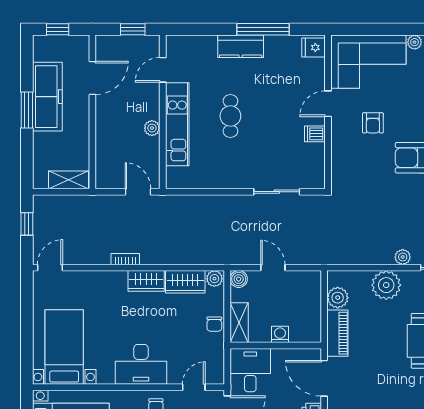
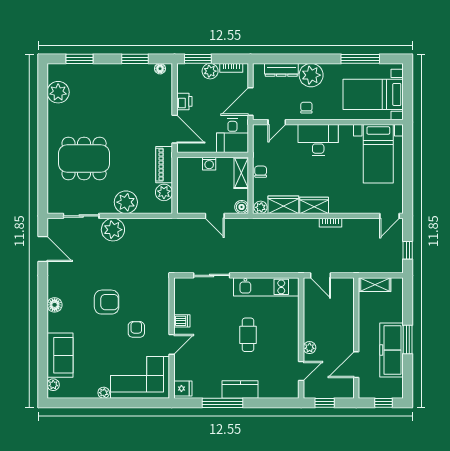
kitchen unit: (177, 124) -> (266, 287), moved, turned -90
plant: (152, 128) -> (310, 348), moved
plant: (403, 257) -> (113, 230), width x1.88, depth x1.88

